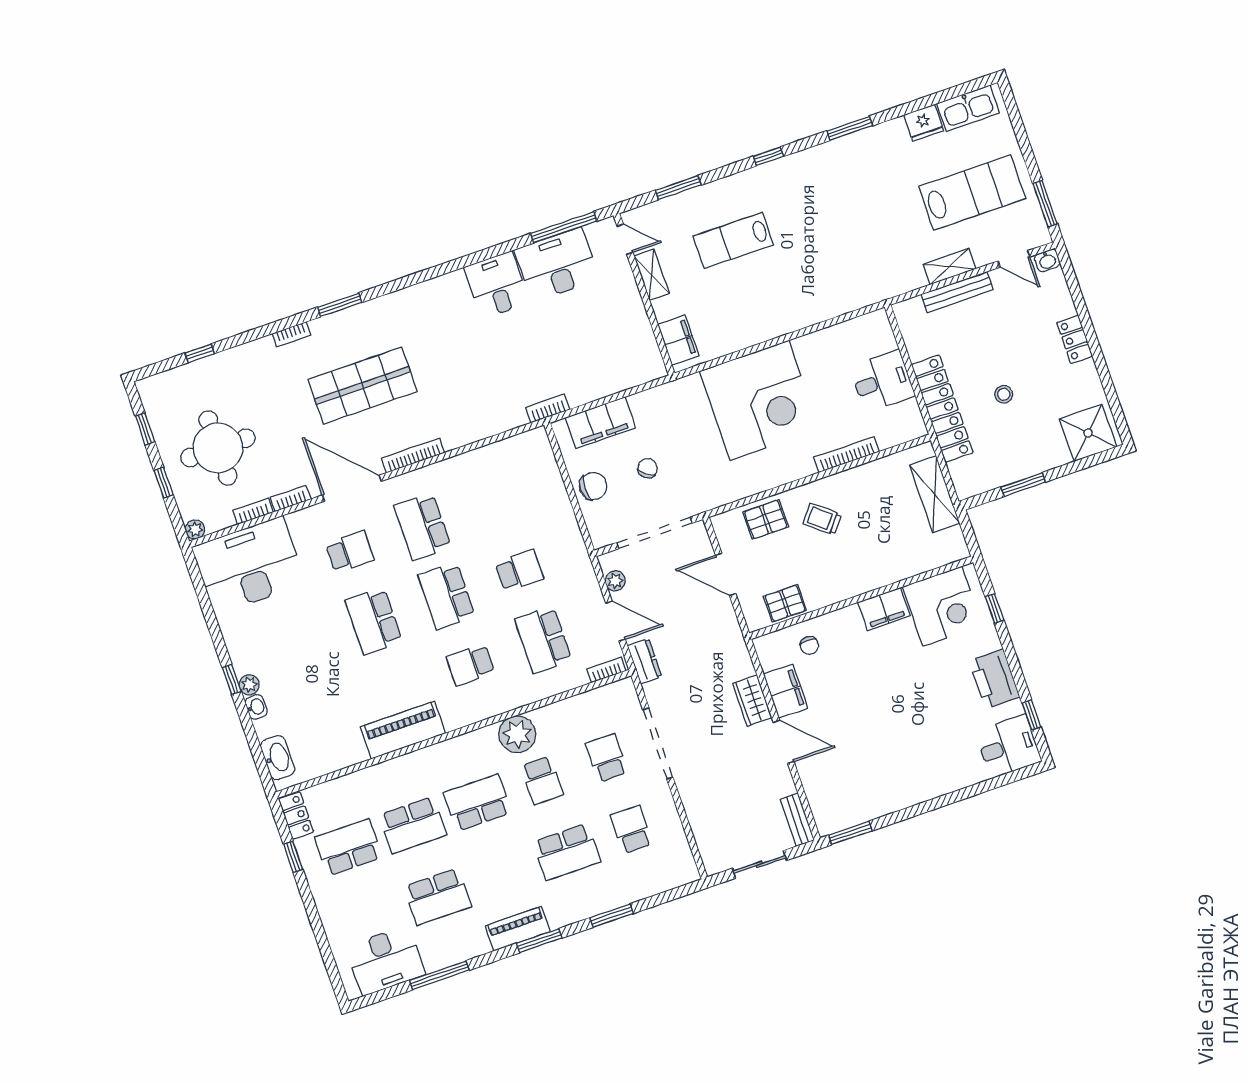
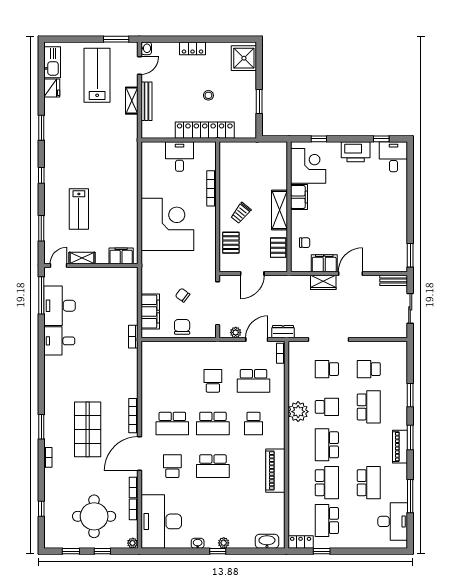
shelving: (935, 494) -> (280, 210), moved, turned 90
washbasin: (256, 707) -> (198, 543), moved

